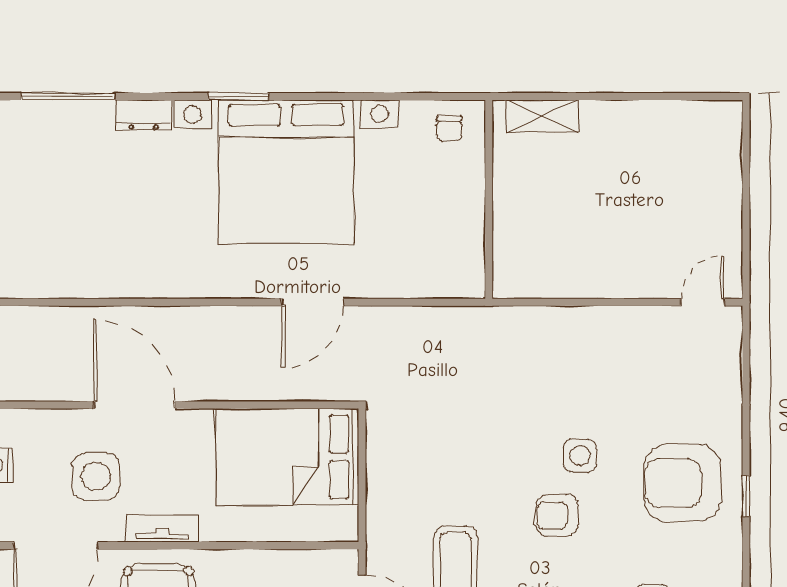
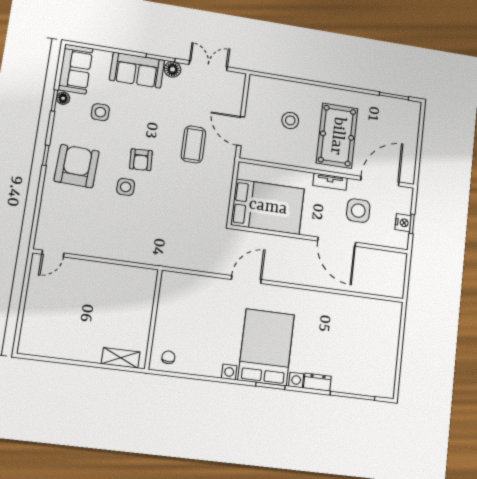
bed with nightstands: (286, 172) -> (266, 347), width x0.73
armchair: (683, 483) -> (77, 166), turned -88
armchair: (557, 515) -> (141, 160), turned 87

